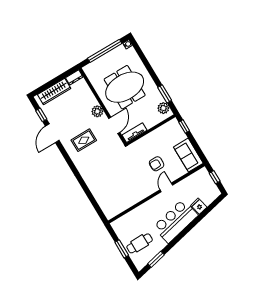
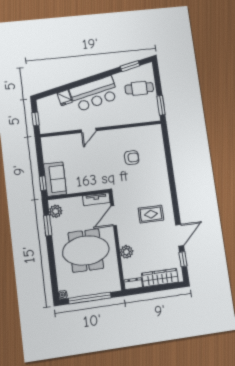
plant: (97, 111) -> (126, 252), moved
sofa: (188, 155) -> (55, 179), moved
armchair: (157, 164) -> (132, 158), moved
window: (122, 249) -> (161, 105), moved

